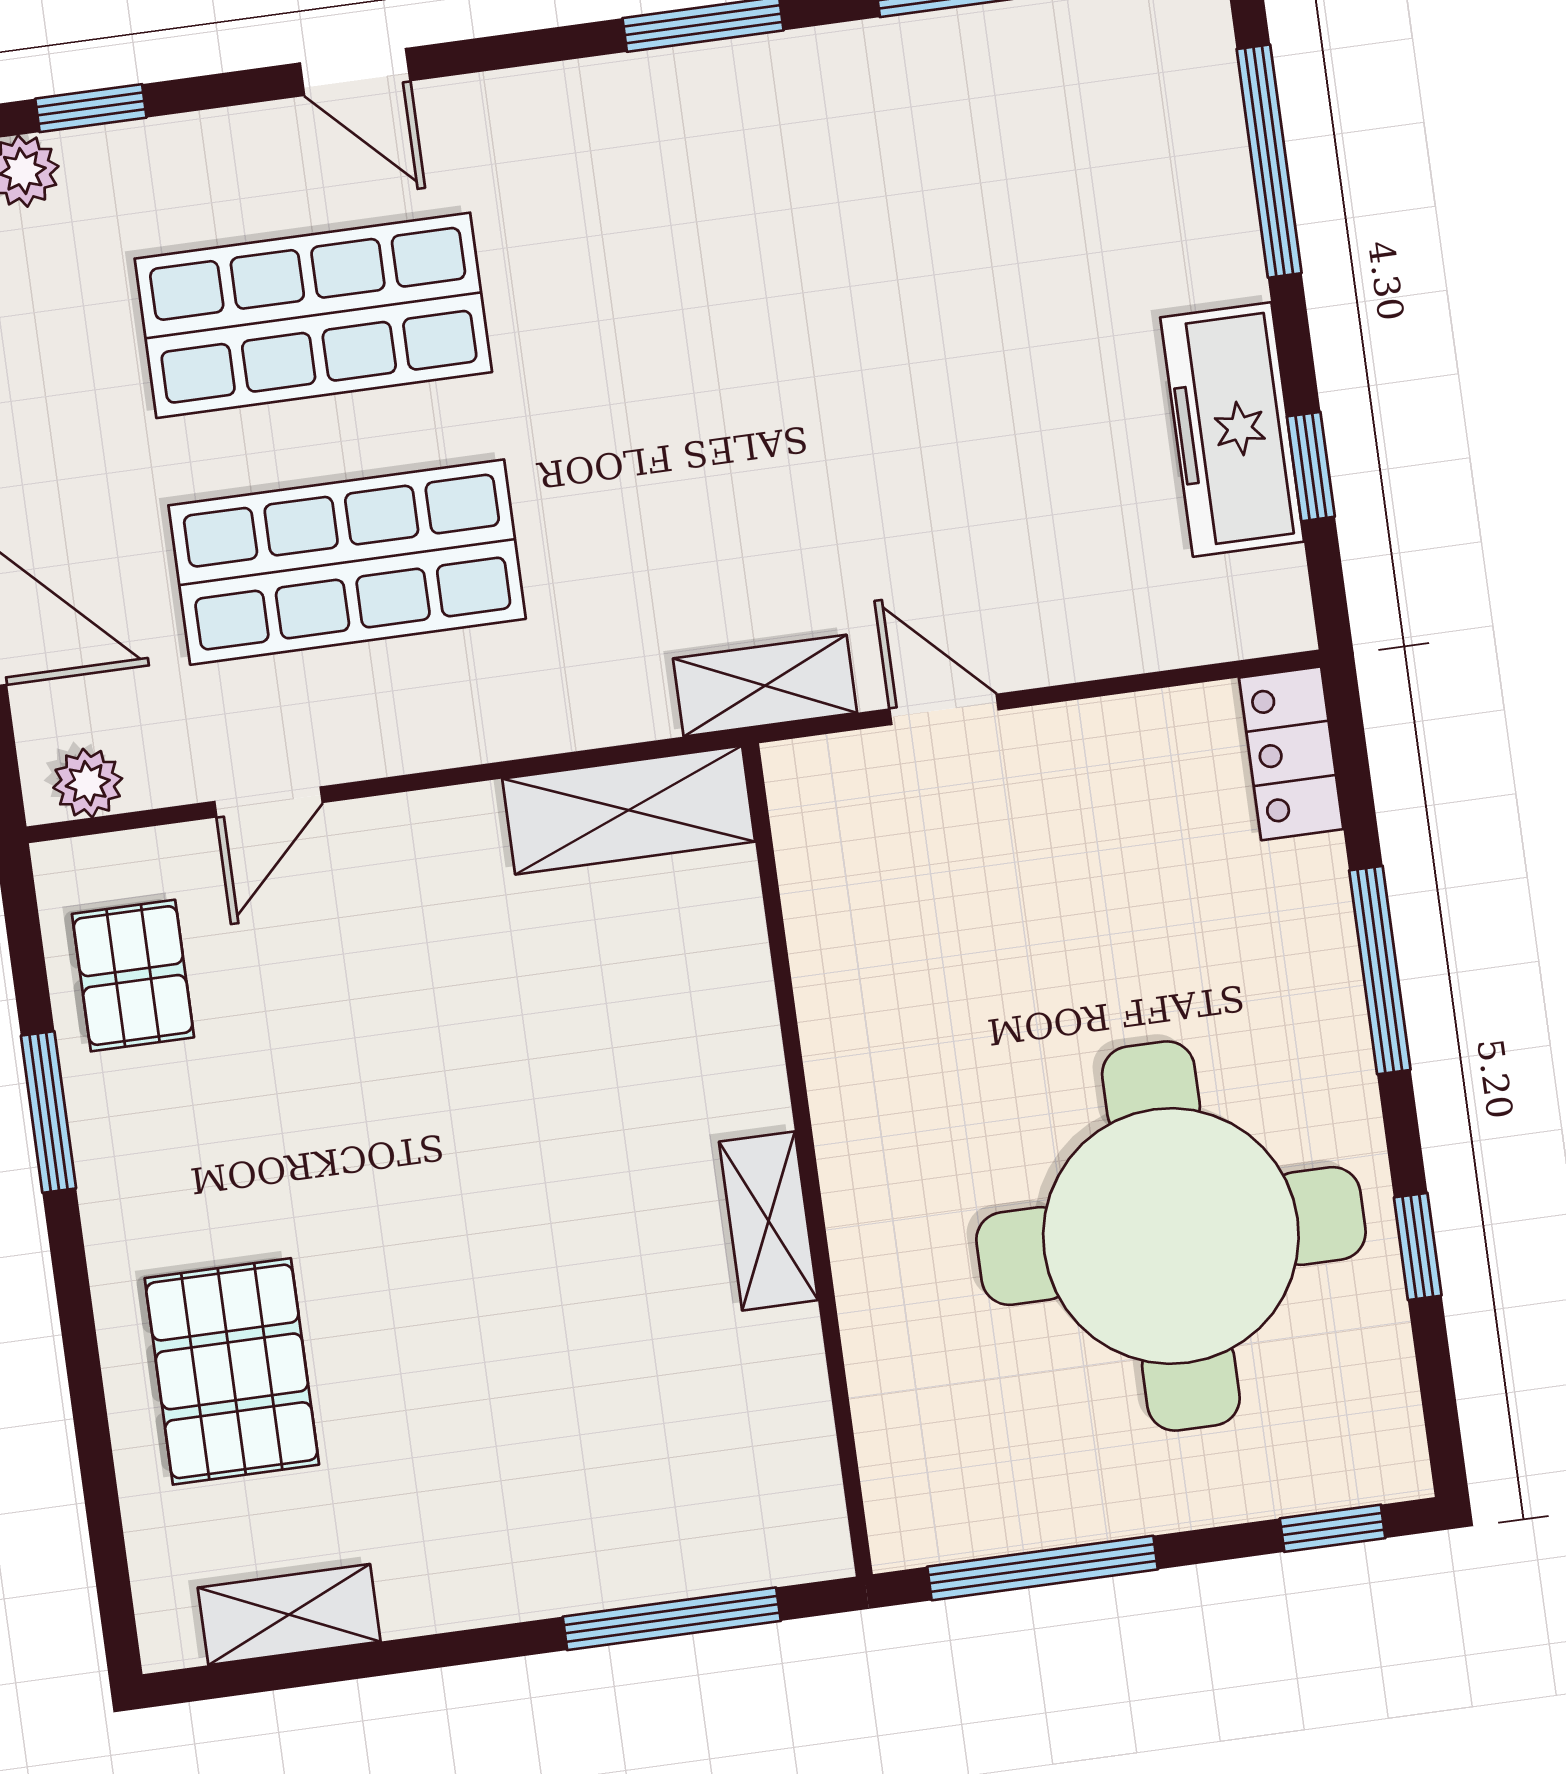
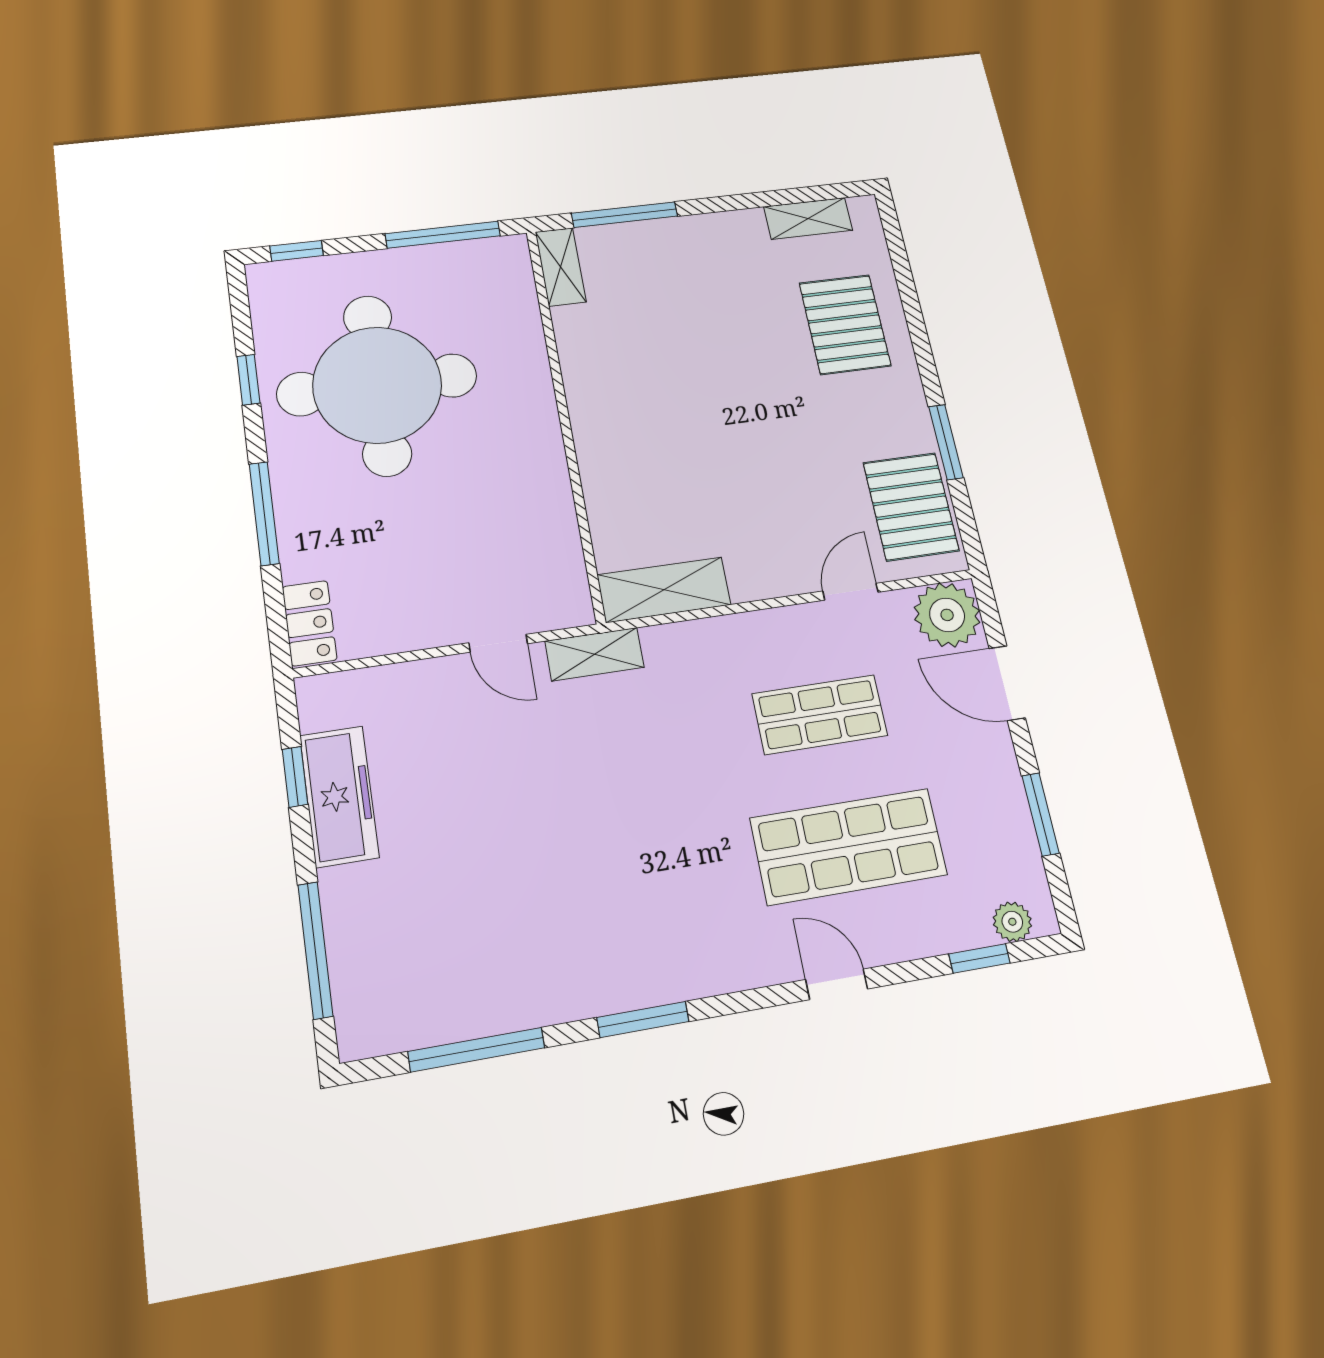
shop shelf: (347, 562) -> (820, 715), width x0.70, depth x0.74
plant: (88, 783) -> (947, 615), width x1.88, depth x1.88
pallet: (133, 976) -> (911, 507), width x1.50, depth x1.42
shelving: (768, 1221) -> (561, 267), moved

